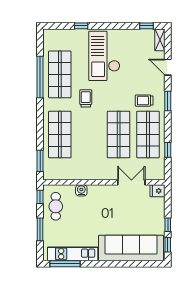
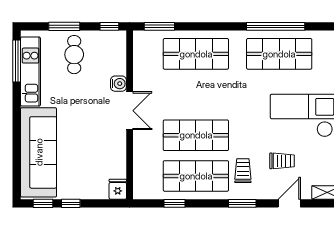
trolley: (86, 98) -> (282, 161), moved
double door: (131, 182) -> (130, 111), moved
cafe table: (56, 206) -> (74, 55), moved, turned 90

